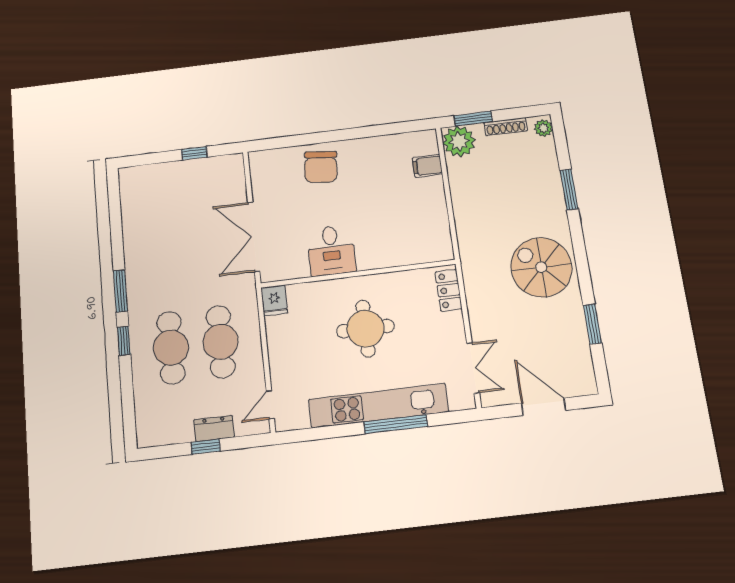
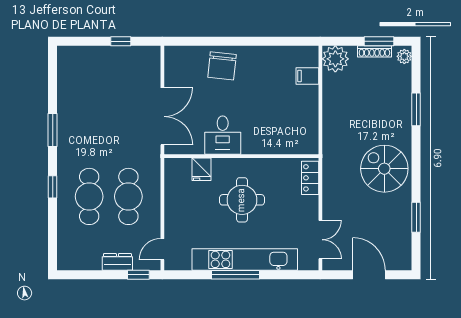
window: (473, 119) -> (379, 41), moved
double door: (254, 237) -> (162, 116), swing flipped
window: (120, 291) -> (53, 130), moved
fridge: (274, 300) -> (202, 169), moved
window: (396, 424) -> (236, 275), moved
window: (206, 447) -> (138, 275), moved

